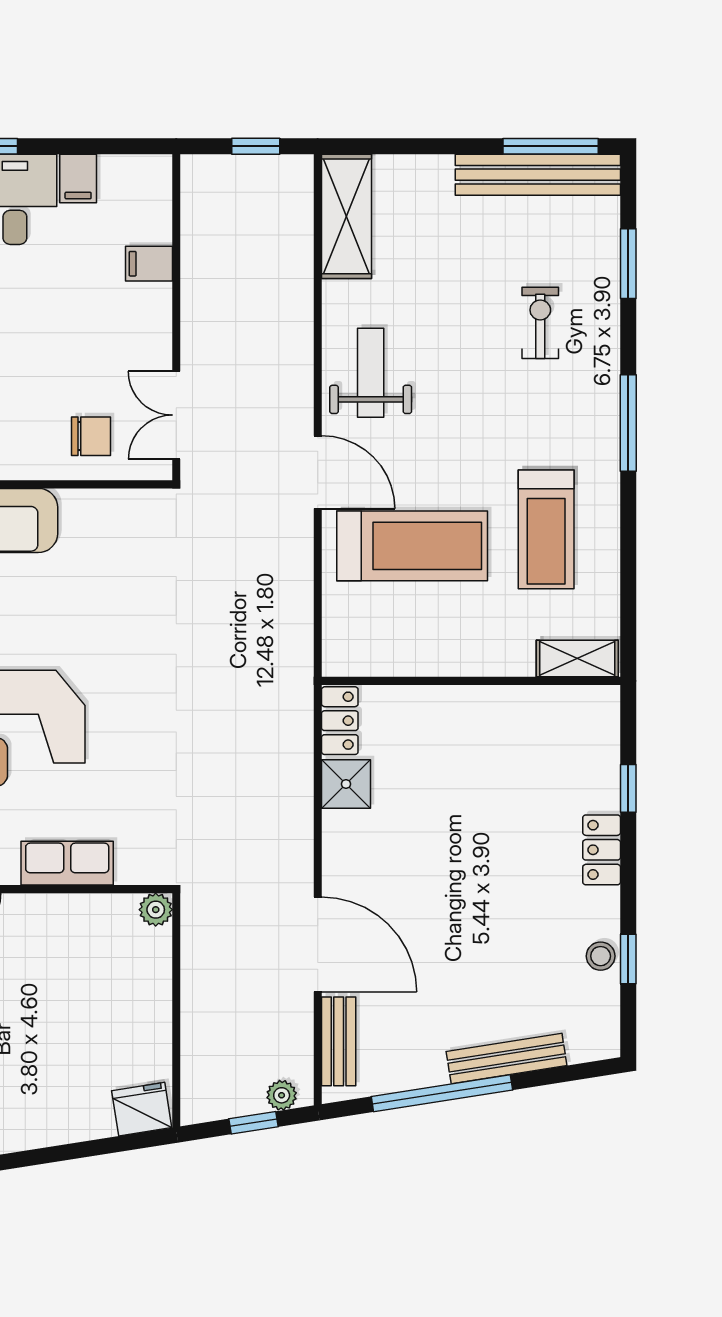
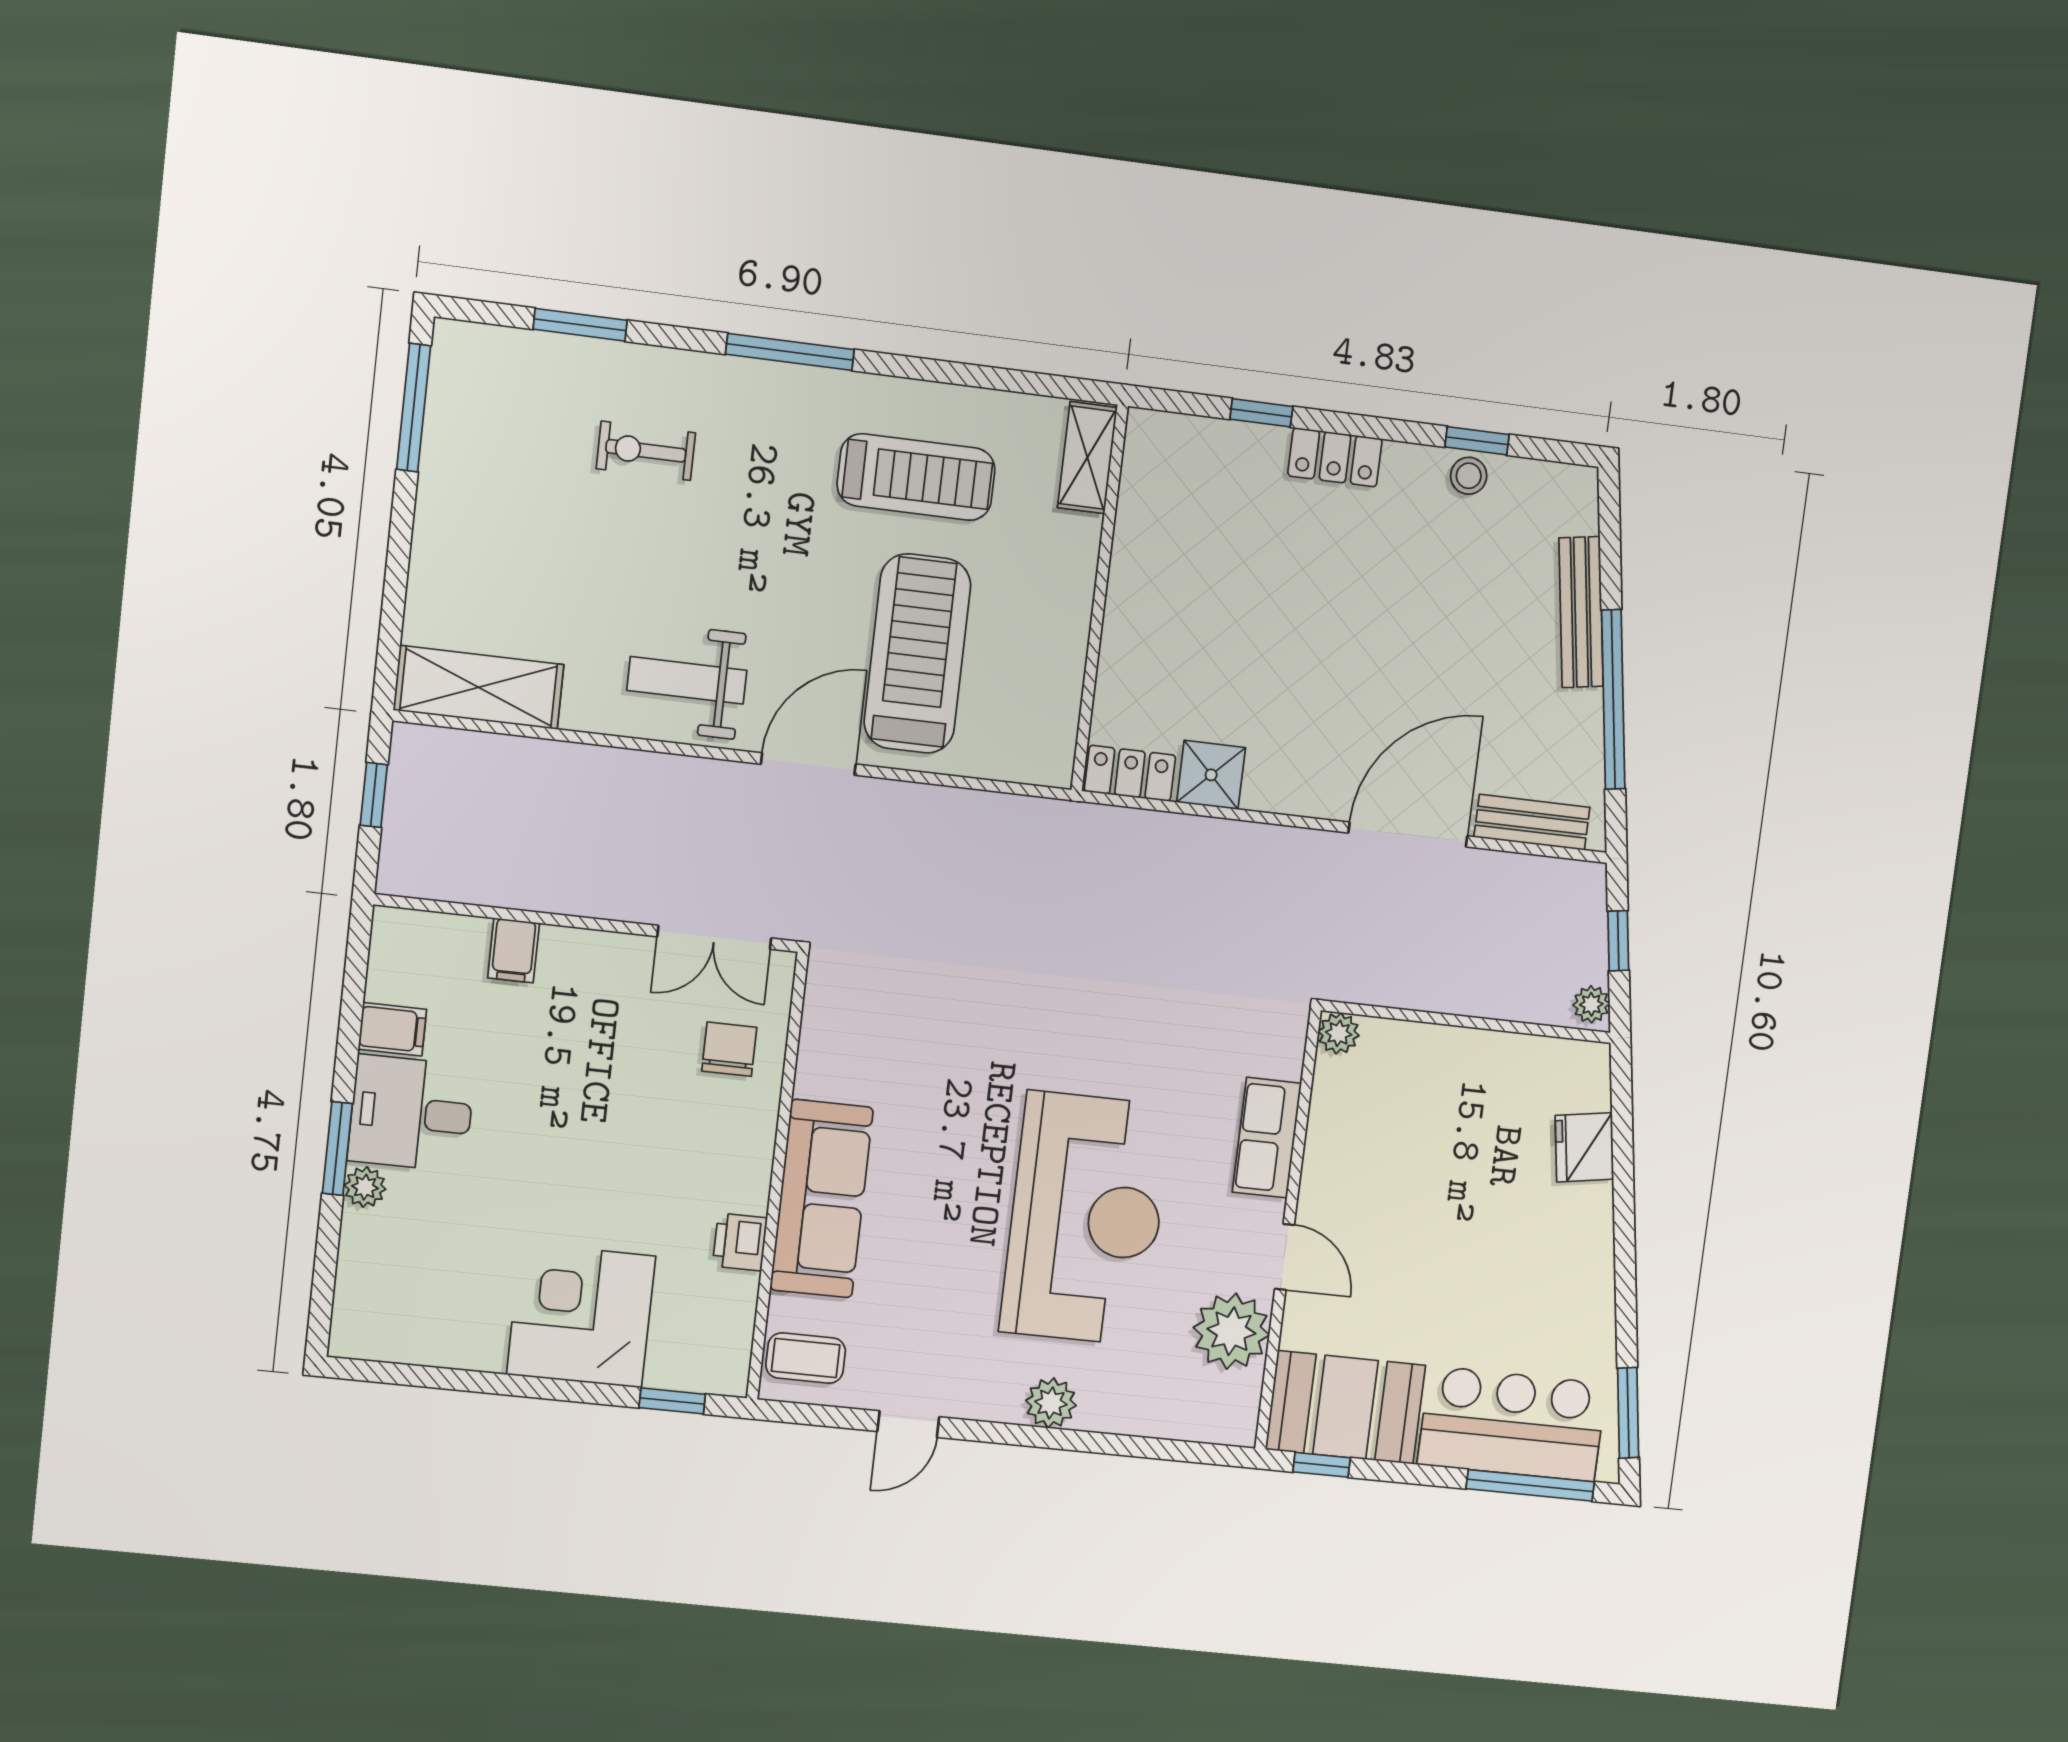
bench: (538, 175) -> (450, 429), removed
plant: (282, 1095) -> (1591, 1004), moved
fridge: (142, 1109) -> (1584, 1147), moved

